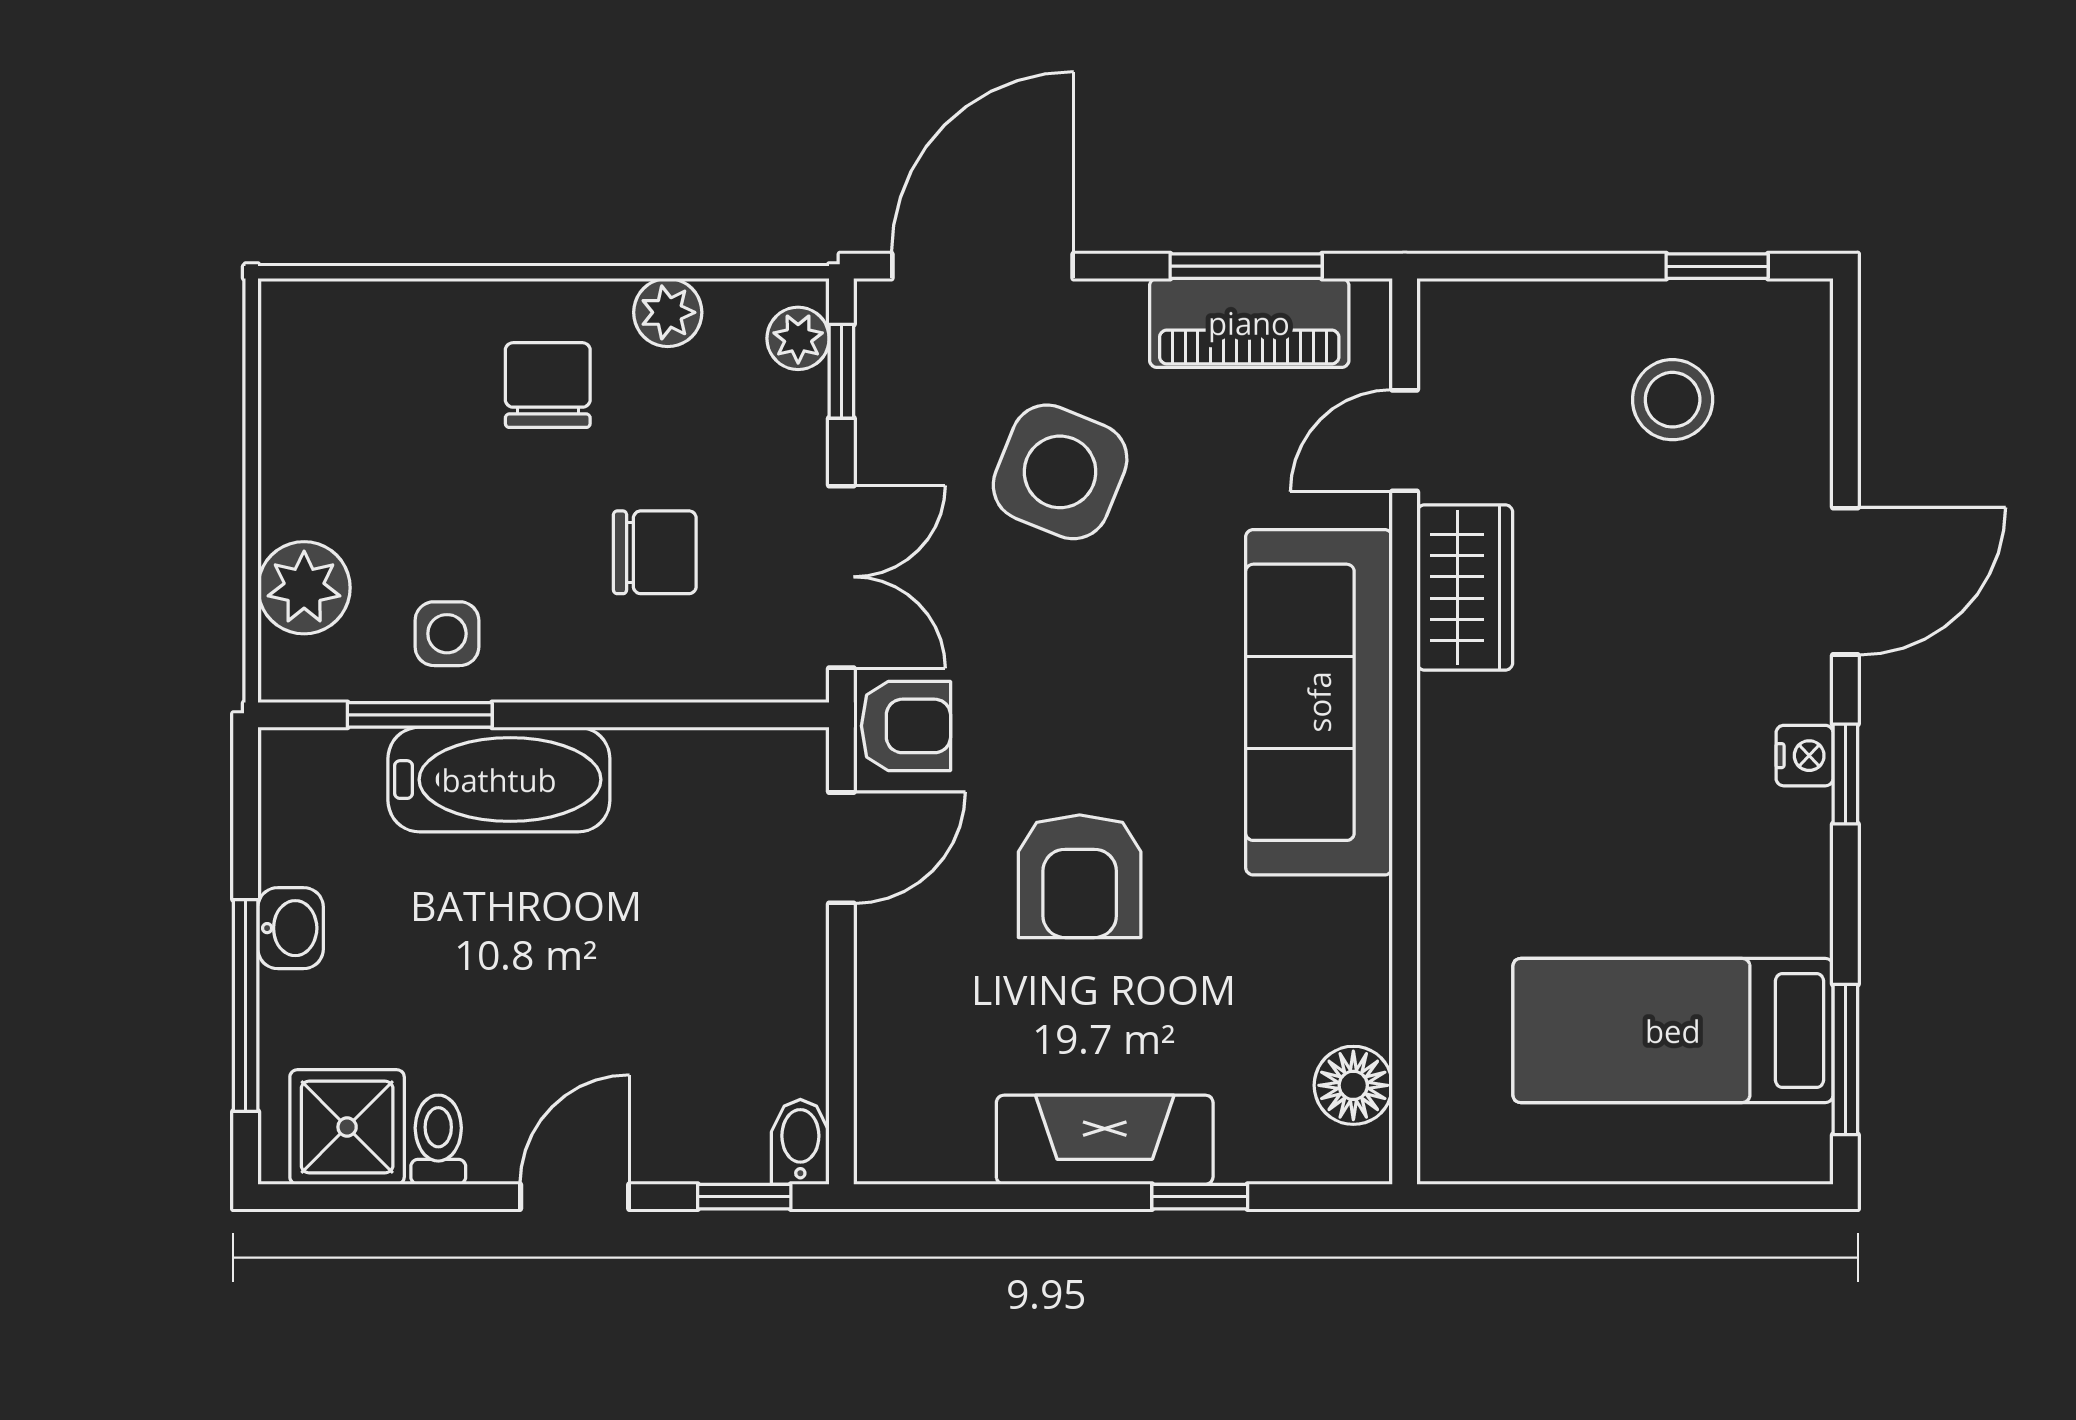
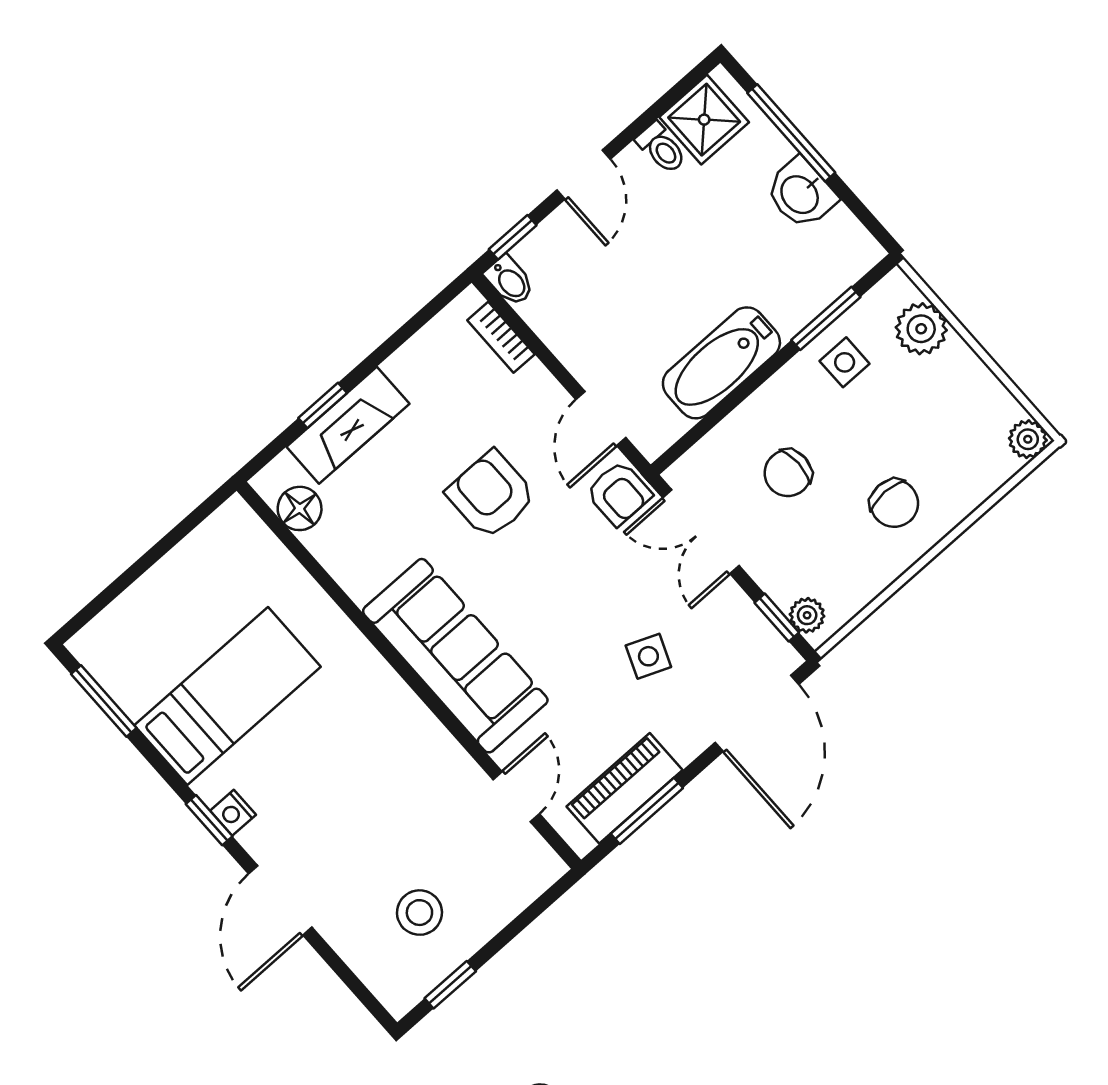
plant: (668, 312) -> (1028, 439), moved
side table: (1060, 472) -> (648, 656), width x0.54, depth x0.54
wardrobe: (1465, 588) -> (437, 757), removed
armchair: (906, 726) -> (619, 493), turned -90
bathtub: (499, 780) -> (721, 363), moved
washbasin: (291, 928) -> (801, 194), width x1.38, depth x1.45
bed: (1673, 1031) -> (228, 696), moved
bookcase: (879, 1076) -> (501, 337), added
fireplace: (1105, 1140) -> (348, 425), moved

